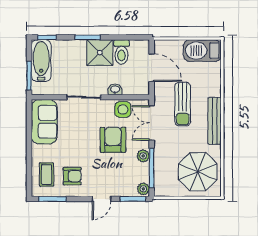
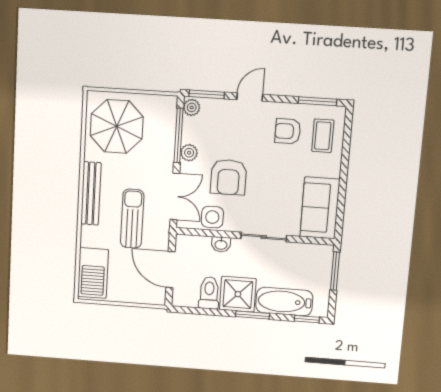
barbecue: (202, 51) -> (93, 273), moved, turned 90
bathtub: (41, 61) -> (284, 302), moved, turned 90

